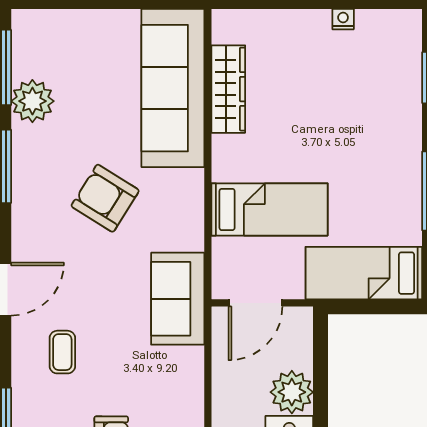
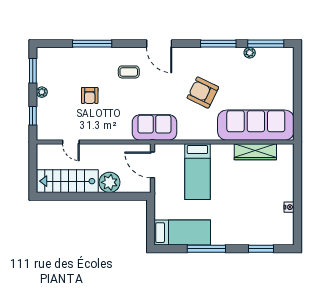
plant: (32, 101) -> (250, 53), width x0.53, depth x0.53
armchair: (105, 198) -> (203, 93), turned -96
bed: (364, 273) -> (182, 233), moved, turned 90

